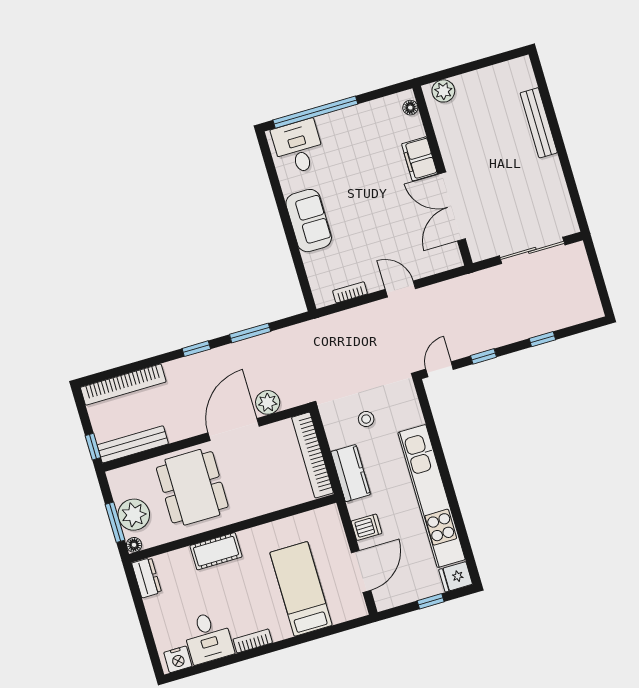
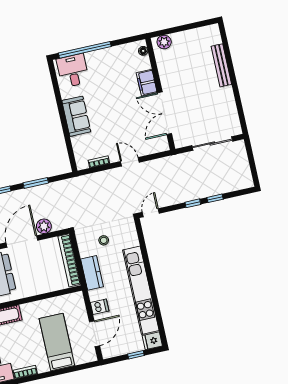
window: (484, 356) -> (193, 203), moved

